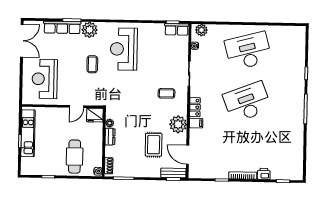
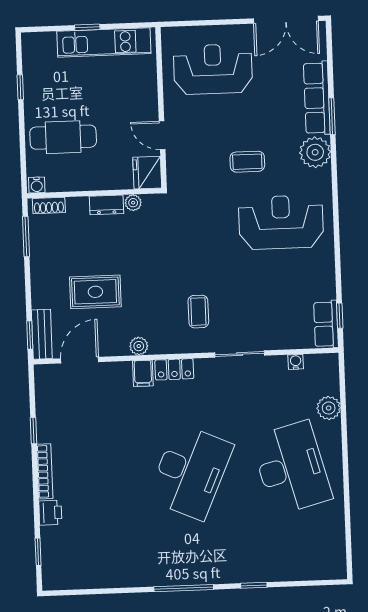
plant: (201, 30) -> (329, 408), moved
desk: (247, 102) -> (190, 472), turned 45
plant: (178, 124) -> (139, 346), width x0.53, depth x0.53

